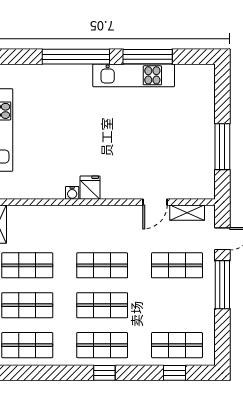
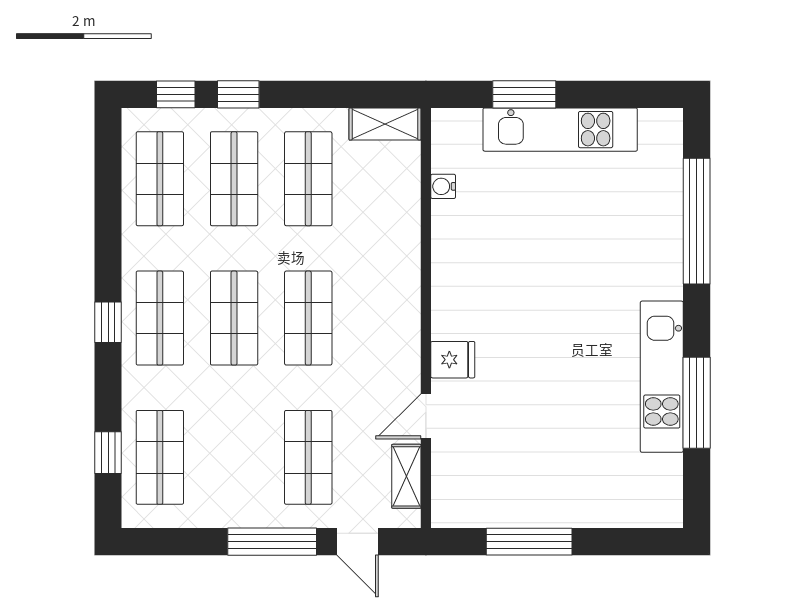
window: (76, 57) -> (697, 221), moved
fridge: (90, 188) -> (453, 360), moved
water cooler: (72, 193) -> (443, 186), moved
door: (155, 202) -> (426, 416), hinge flipped

